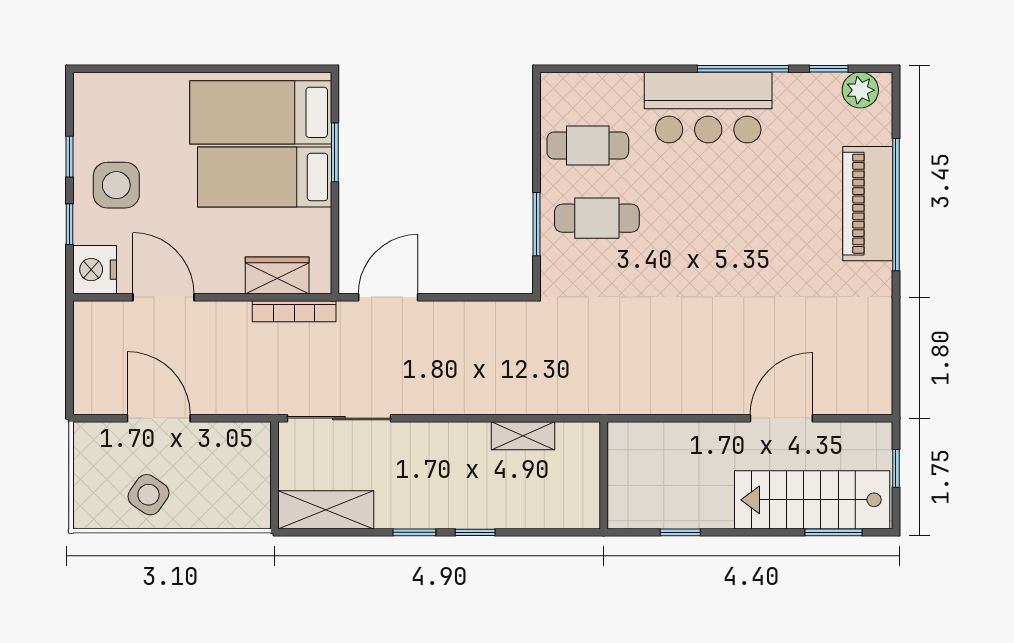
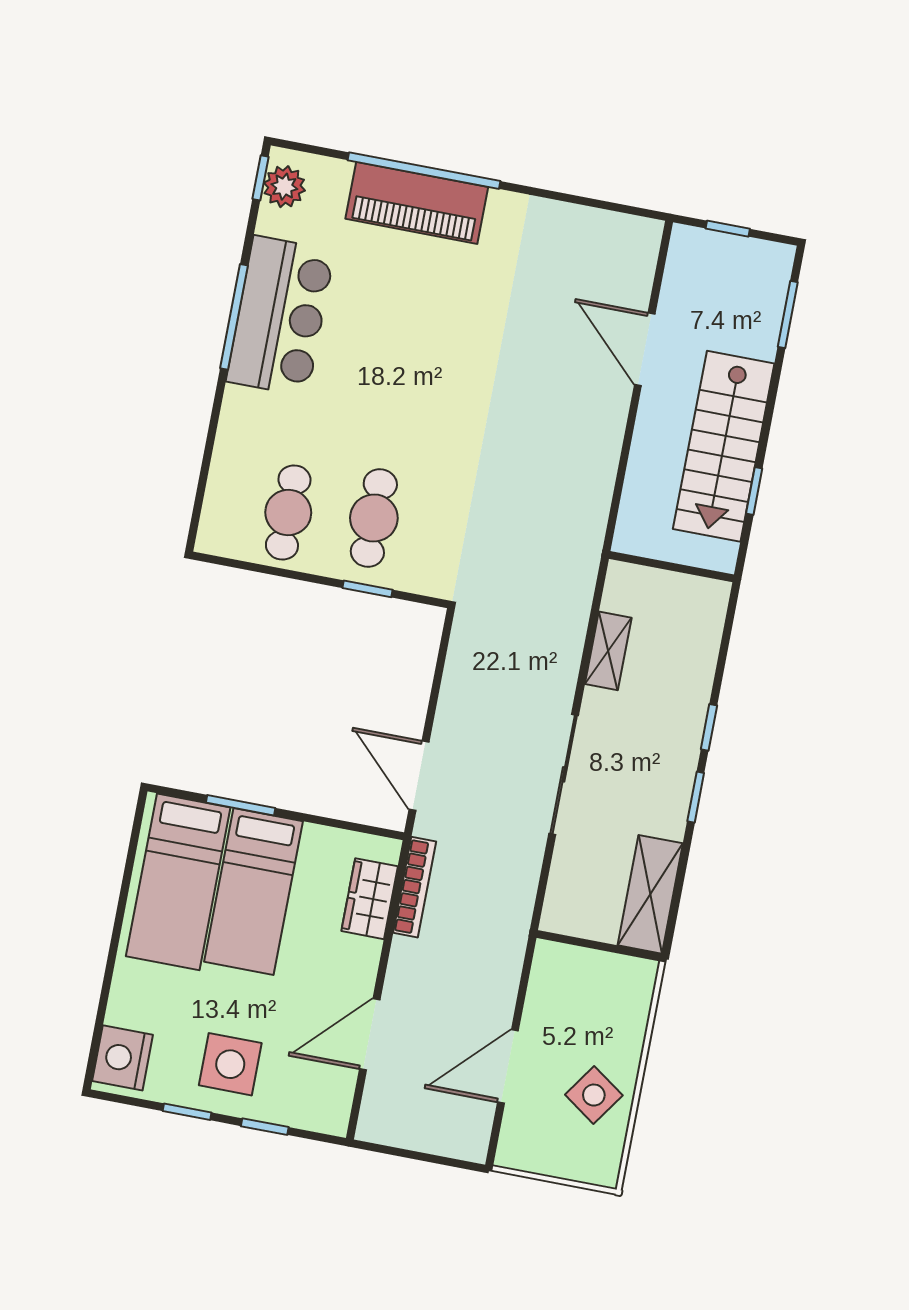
window: (829, 69) -> (260, 178), moved
bar counter: (708, 108) -> (280, 316), moved
window: (536, 224) -> (367, 589), width x0.67
nightstand: (95, 270) -> (123, 1058), moved, turned 90
sliding door: (339, 418) -> (564, 774), moved
stairs: (812, 500) -> (724, 446), moved

